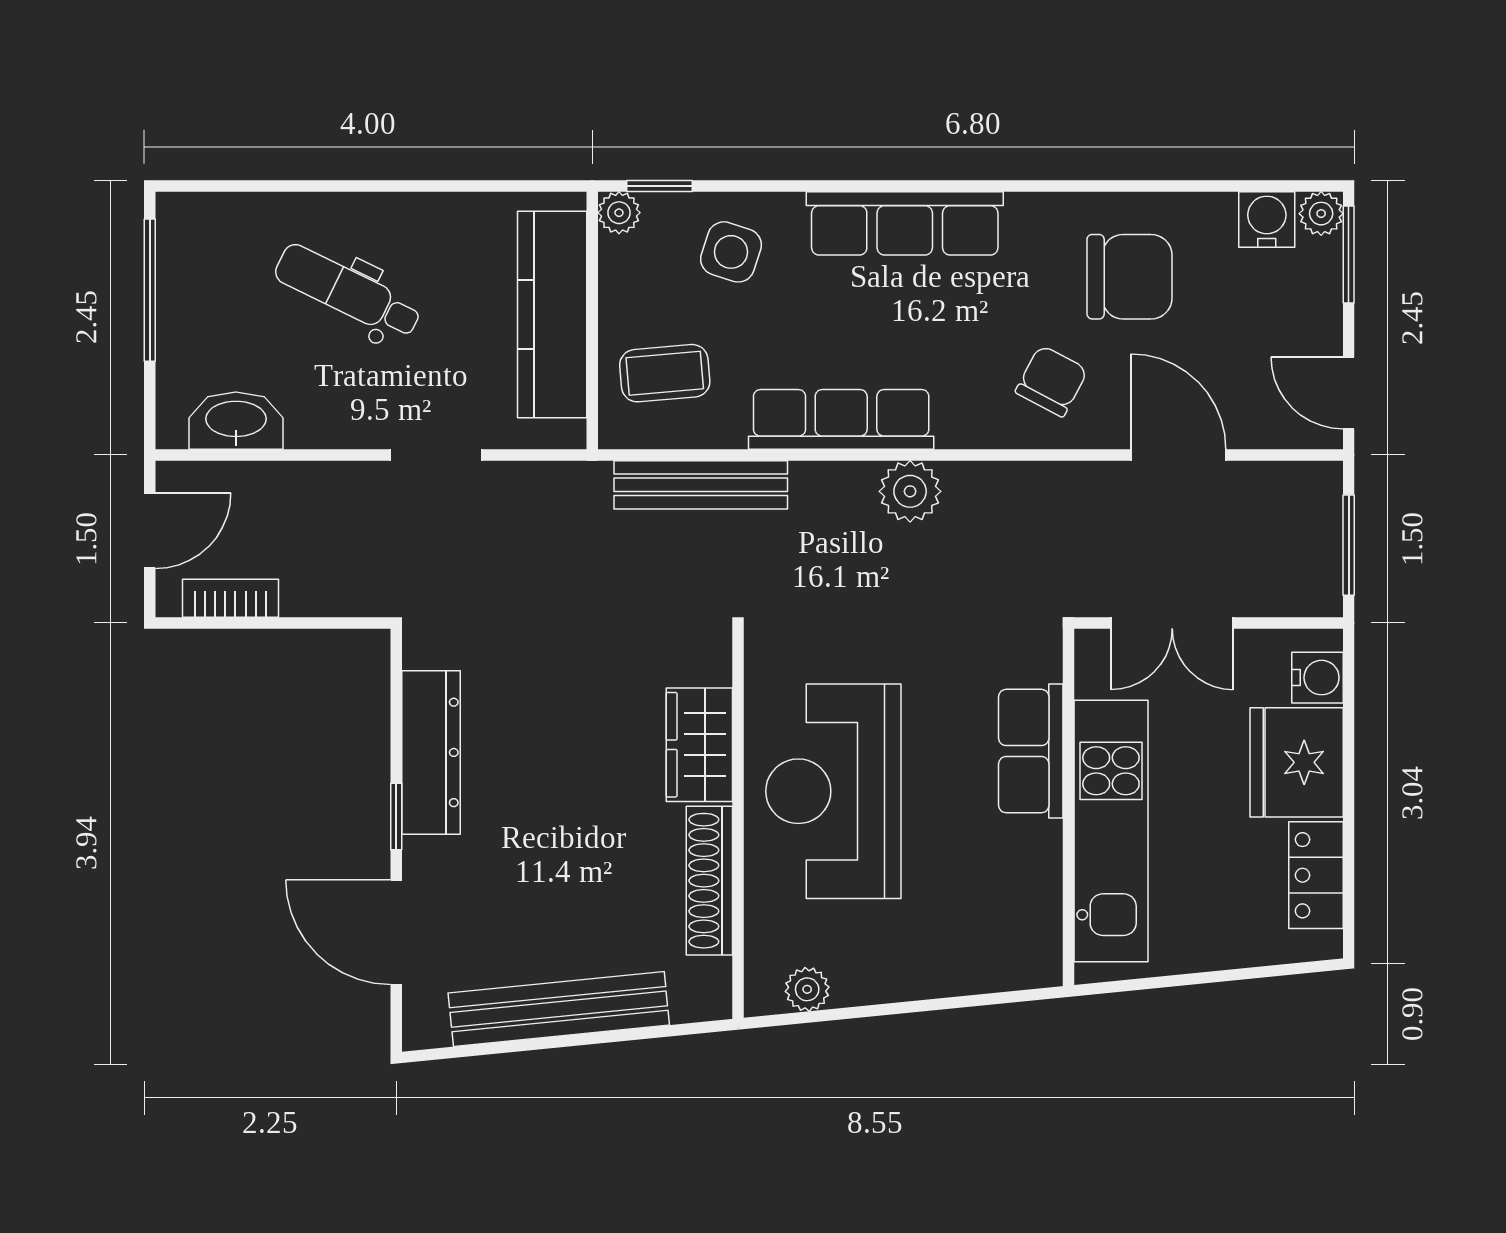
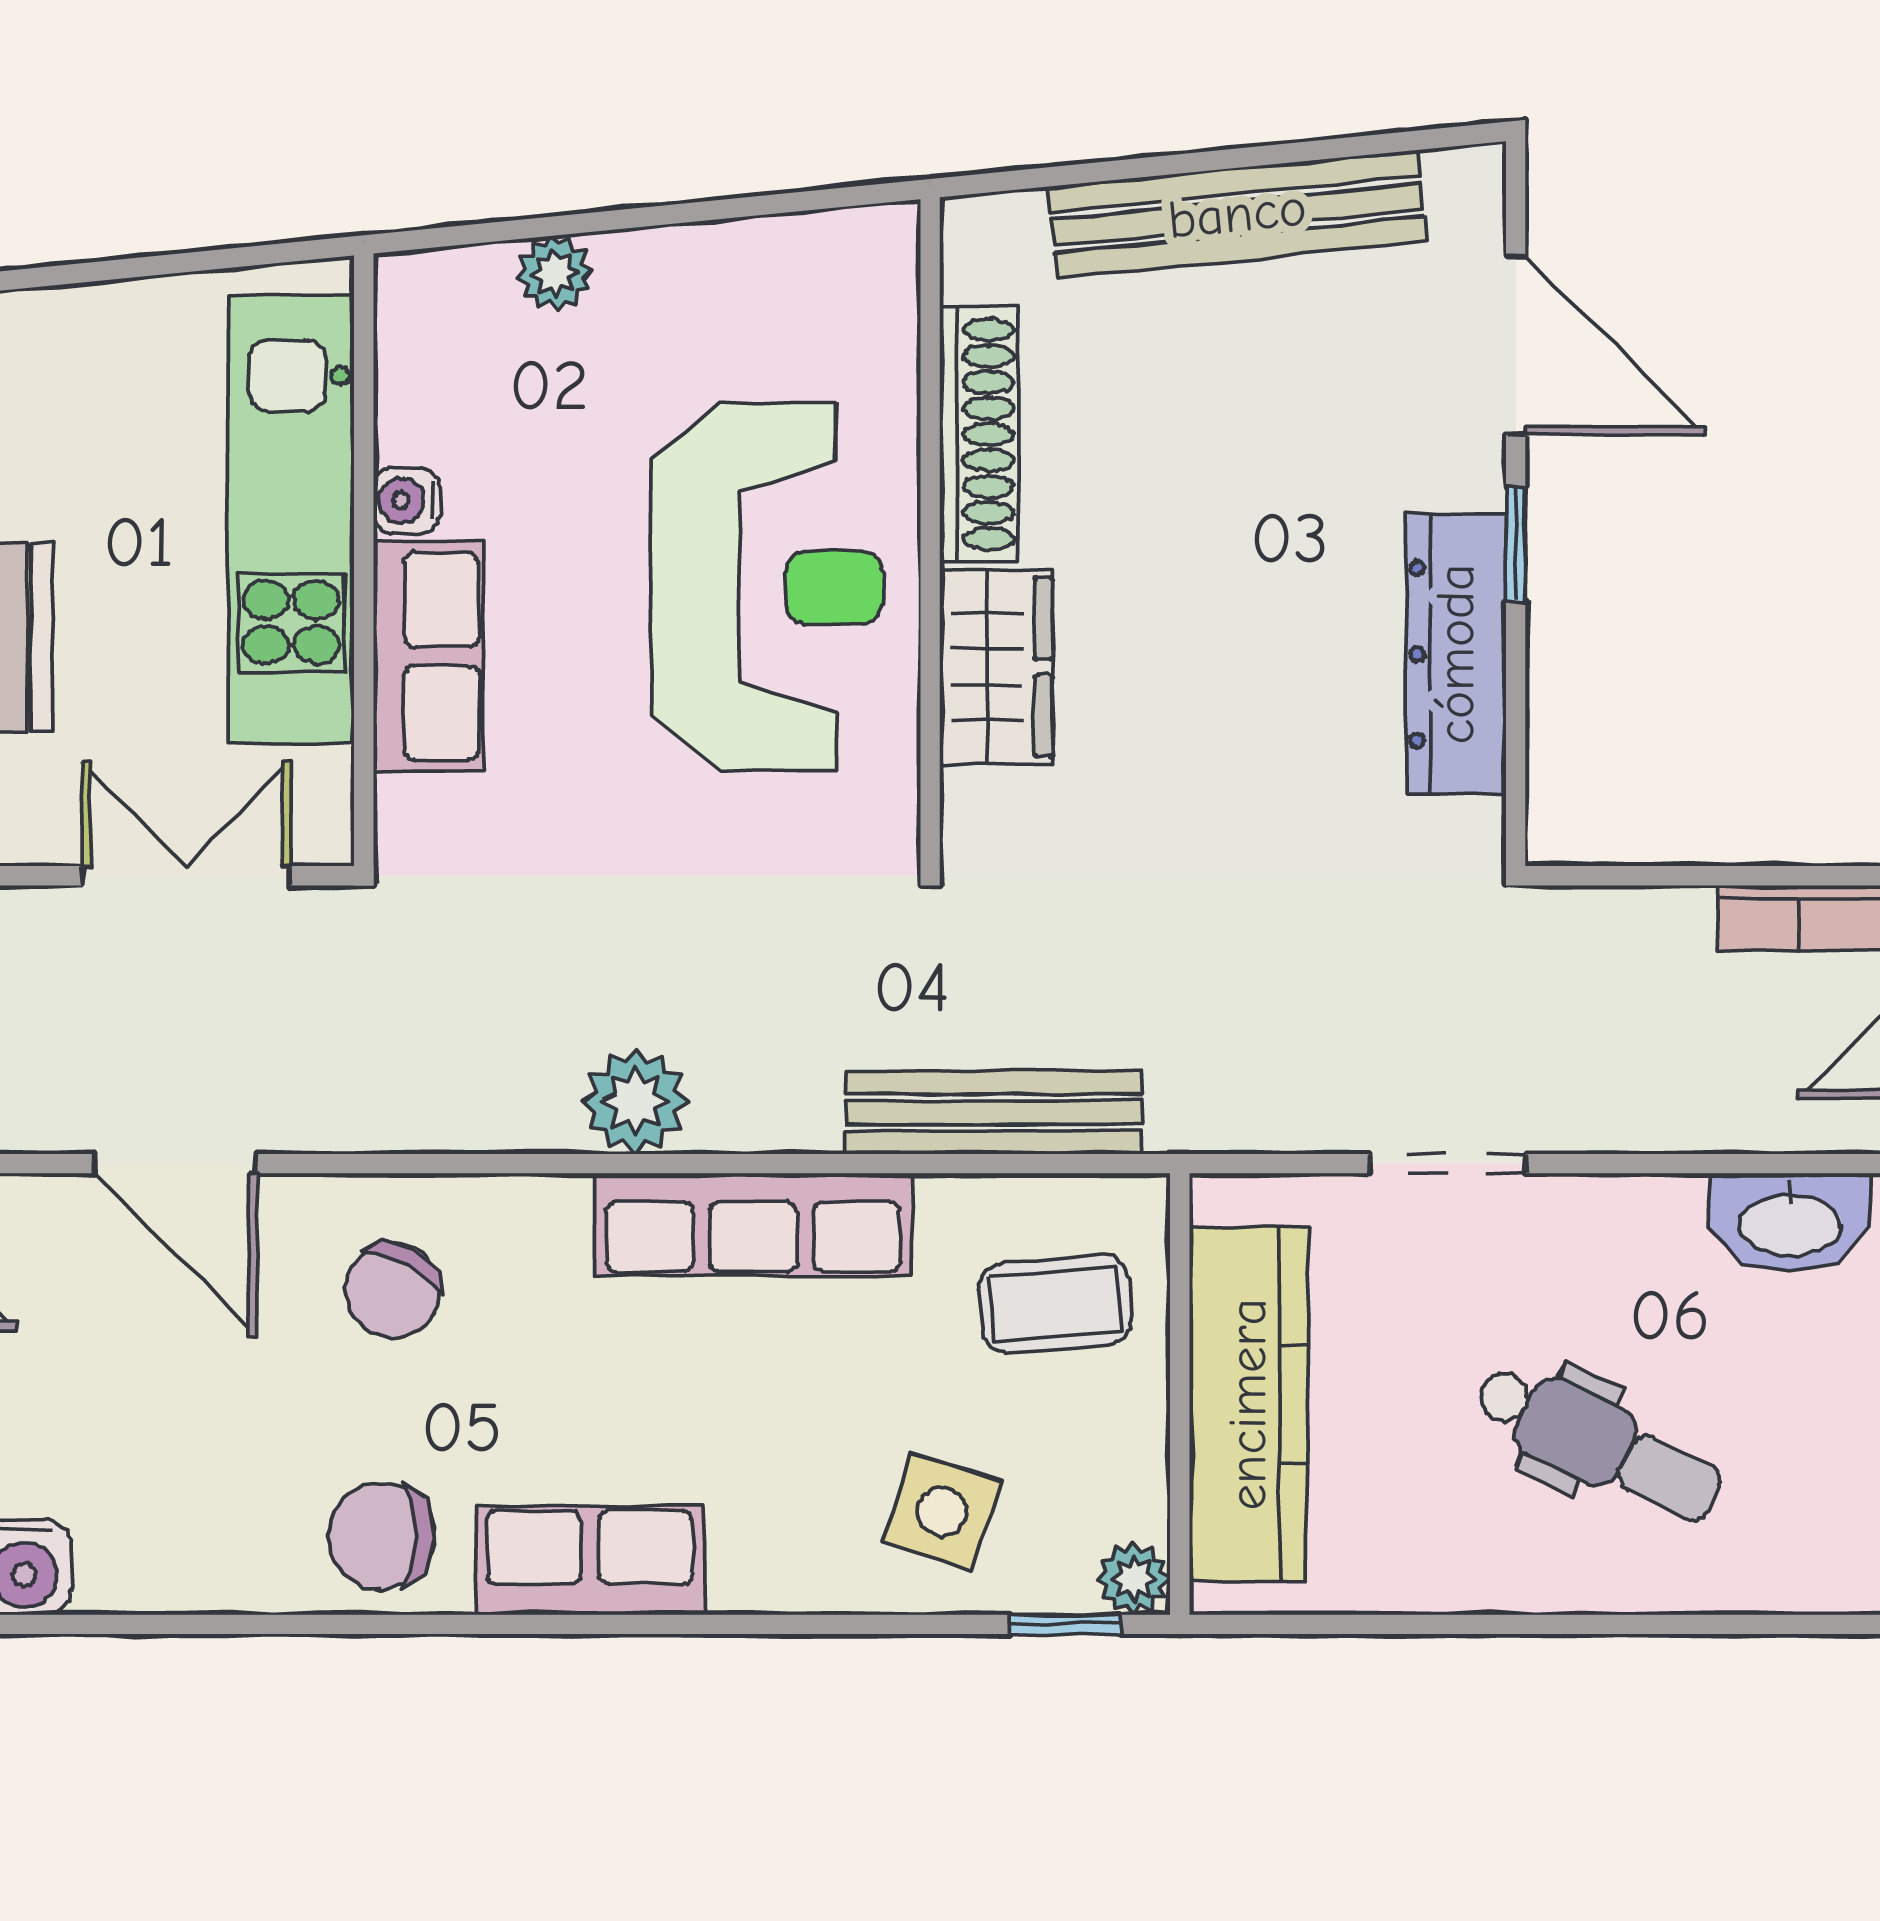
row of seats: (905, 223) -> (590, 1560), width x0.68
chair: (1129, 277) -> (382, 1536), moved, width x0.73, depth x0.73
water cooler: (1044, 842) -> (407, 500), added
plant: (807, 989) -> (554, 274), moved

